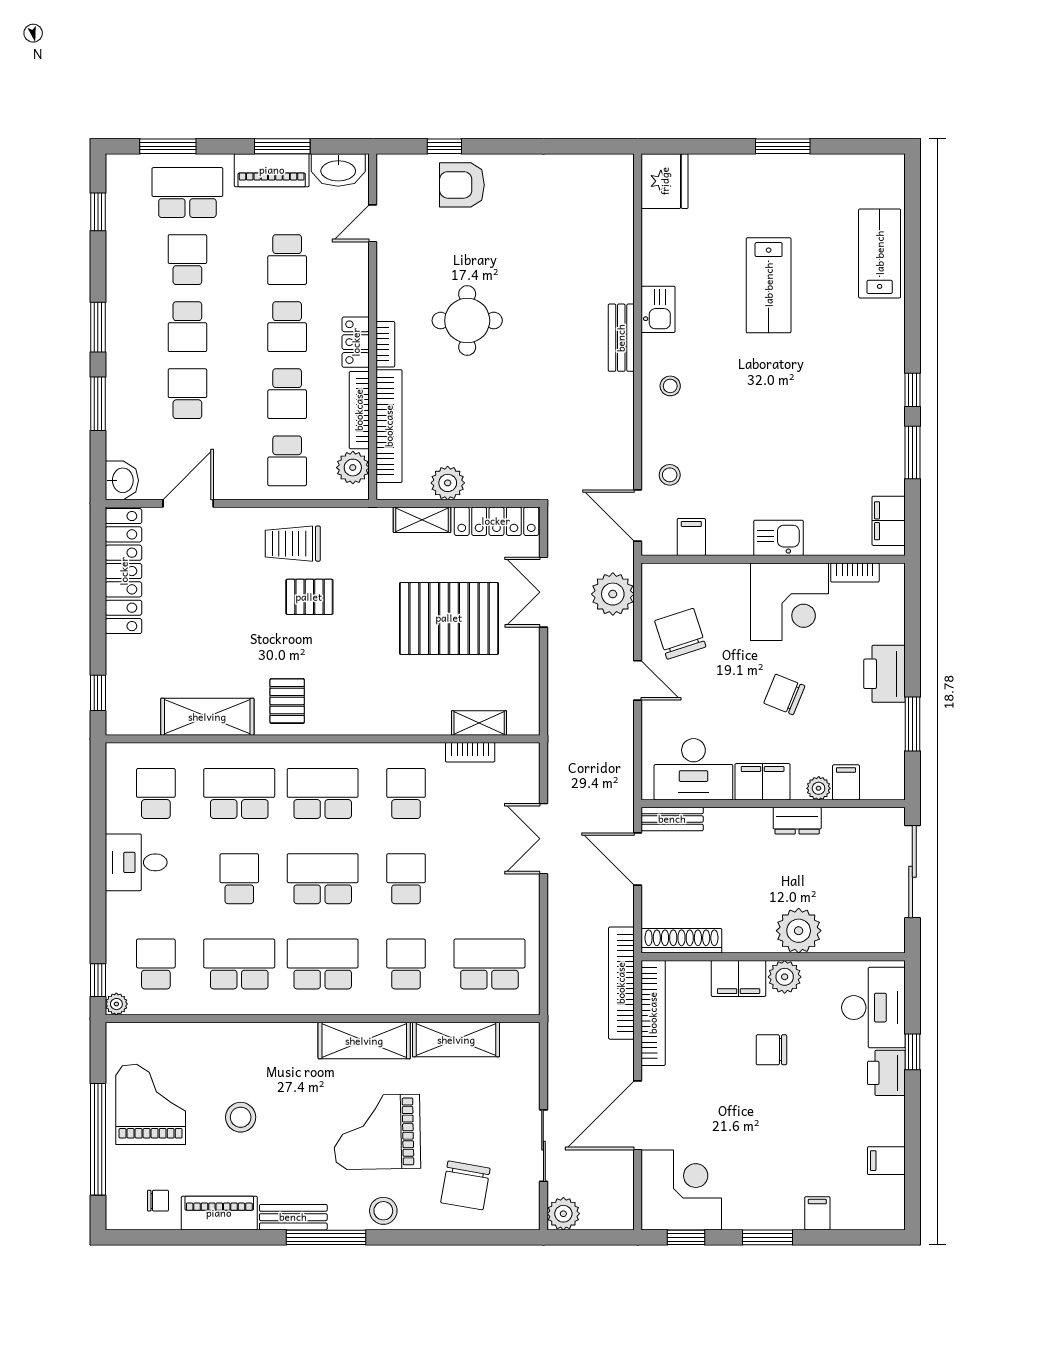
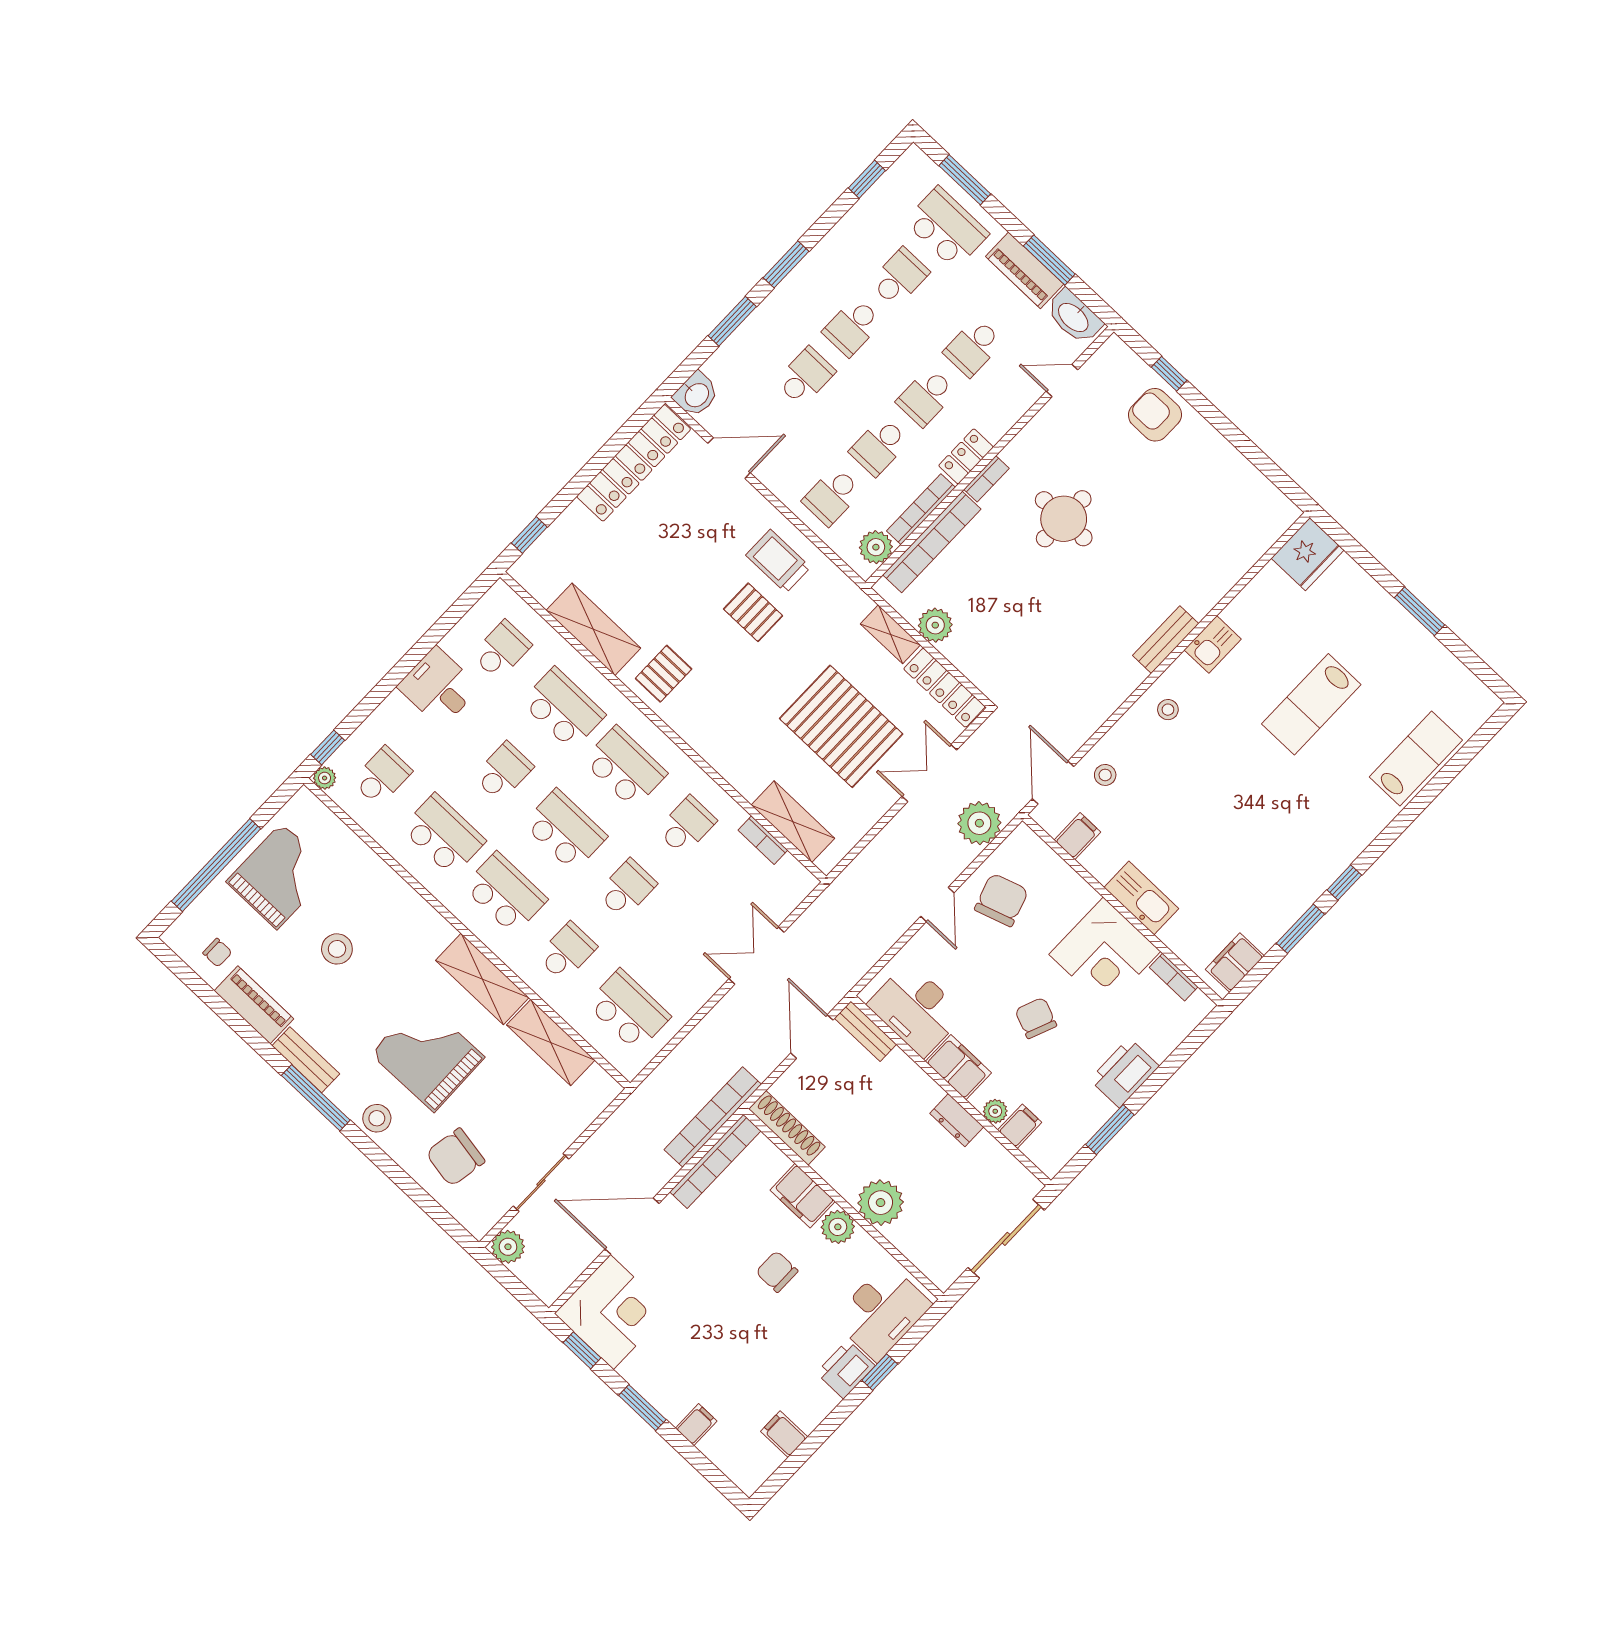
kitchen sink: (778, 538) -> (1141, 898), width x1.38
shelving: (479, 723) -> (793, 822), width x1.50, depth x1.33

